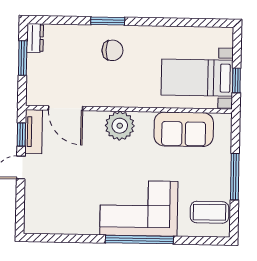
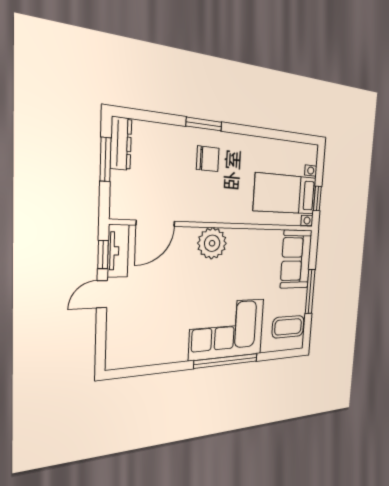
dresser: (35, 38) -> (121, 143), width x1.44
door: (66, 108) -> (156, 223), hinge flipped
sofa: (184, 129) -> (296, 259), moved, turned 90

